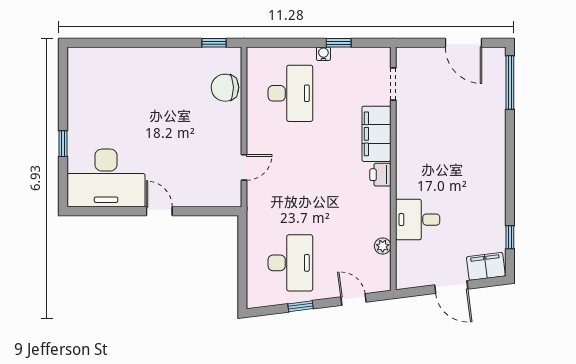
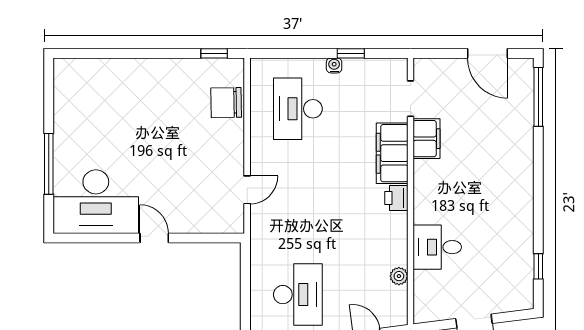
desk: (290, 93) -> (298, 109), turned 180
window: (63, 144) -> (49, 164), width x2.17
filing cabinet: (486, 266) -> (426, 139), moved, turned 97

